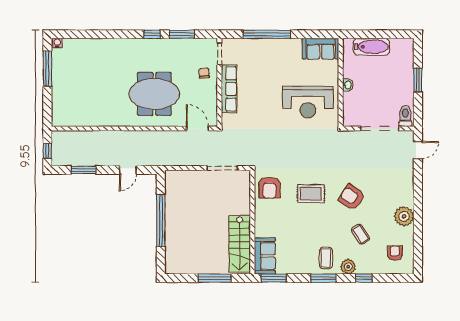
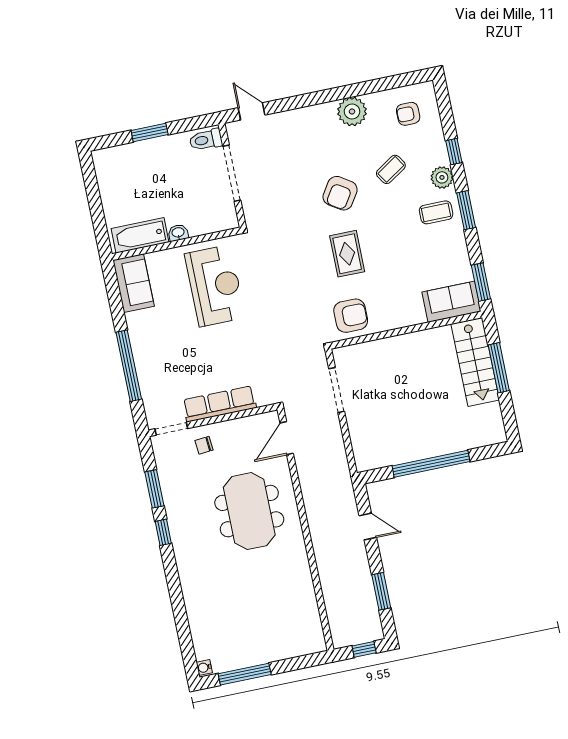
bathtub: (371, 47) -> (140, 235), moved, turned -90
stairs: (240, 244) -> (475, 362), moved, turned 90

